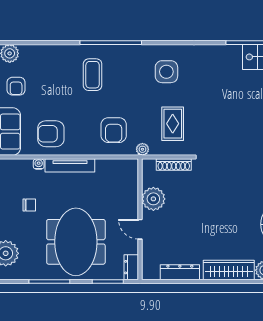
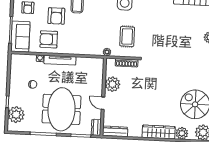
armchair: (114, 130) -> (56, 16), moved
dresser: (180, 272) -> (115, 131), moved

